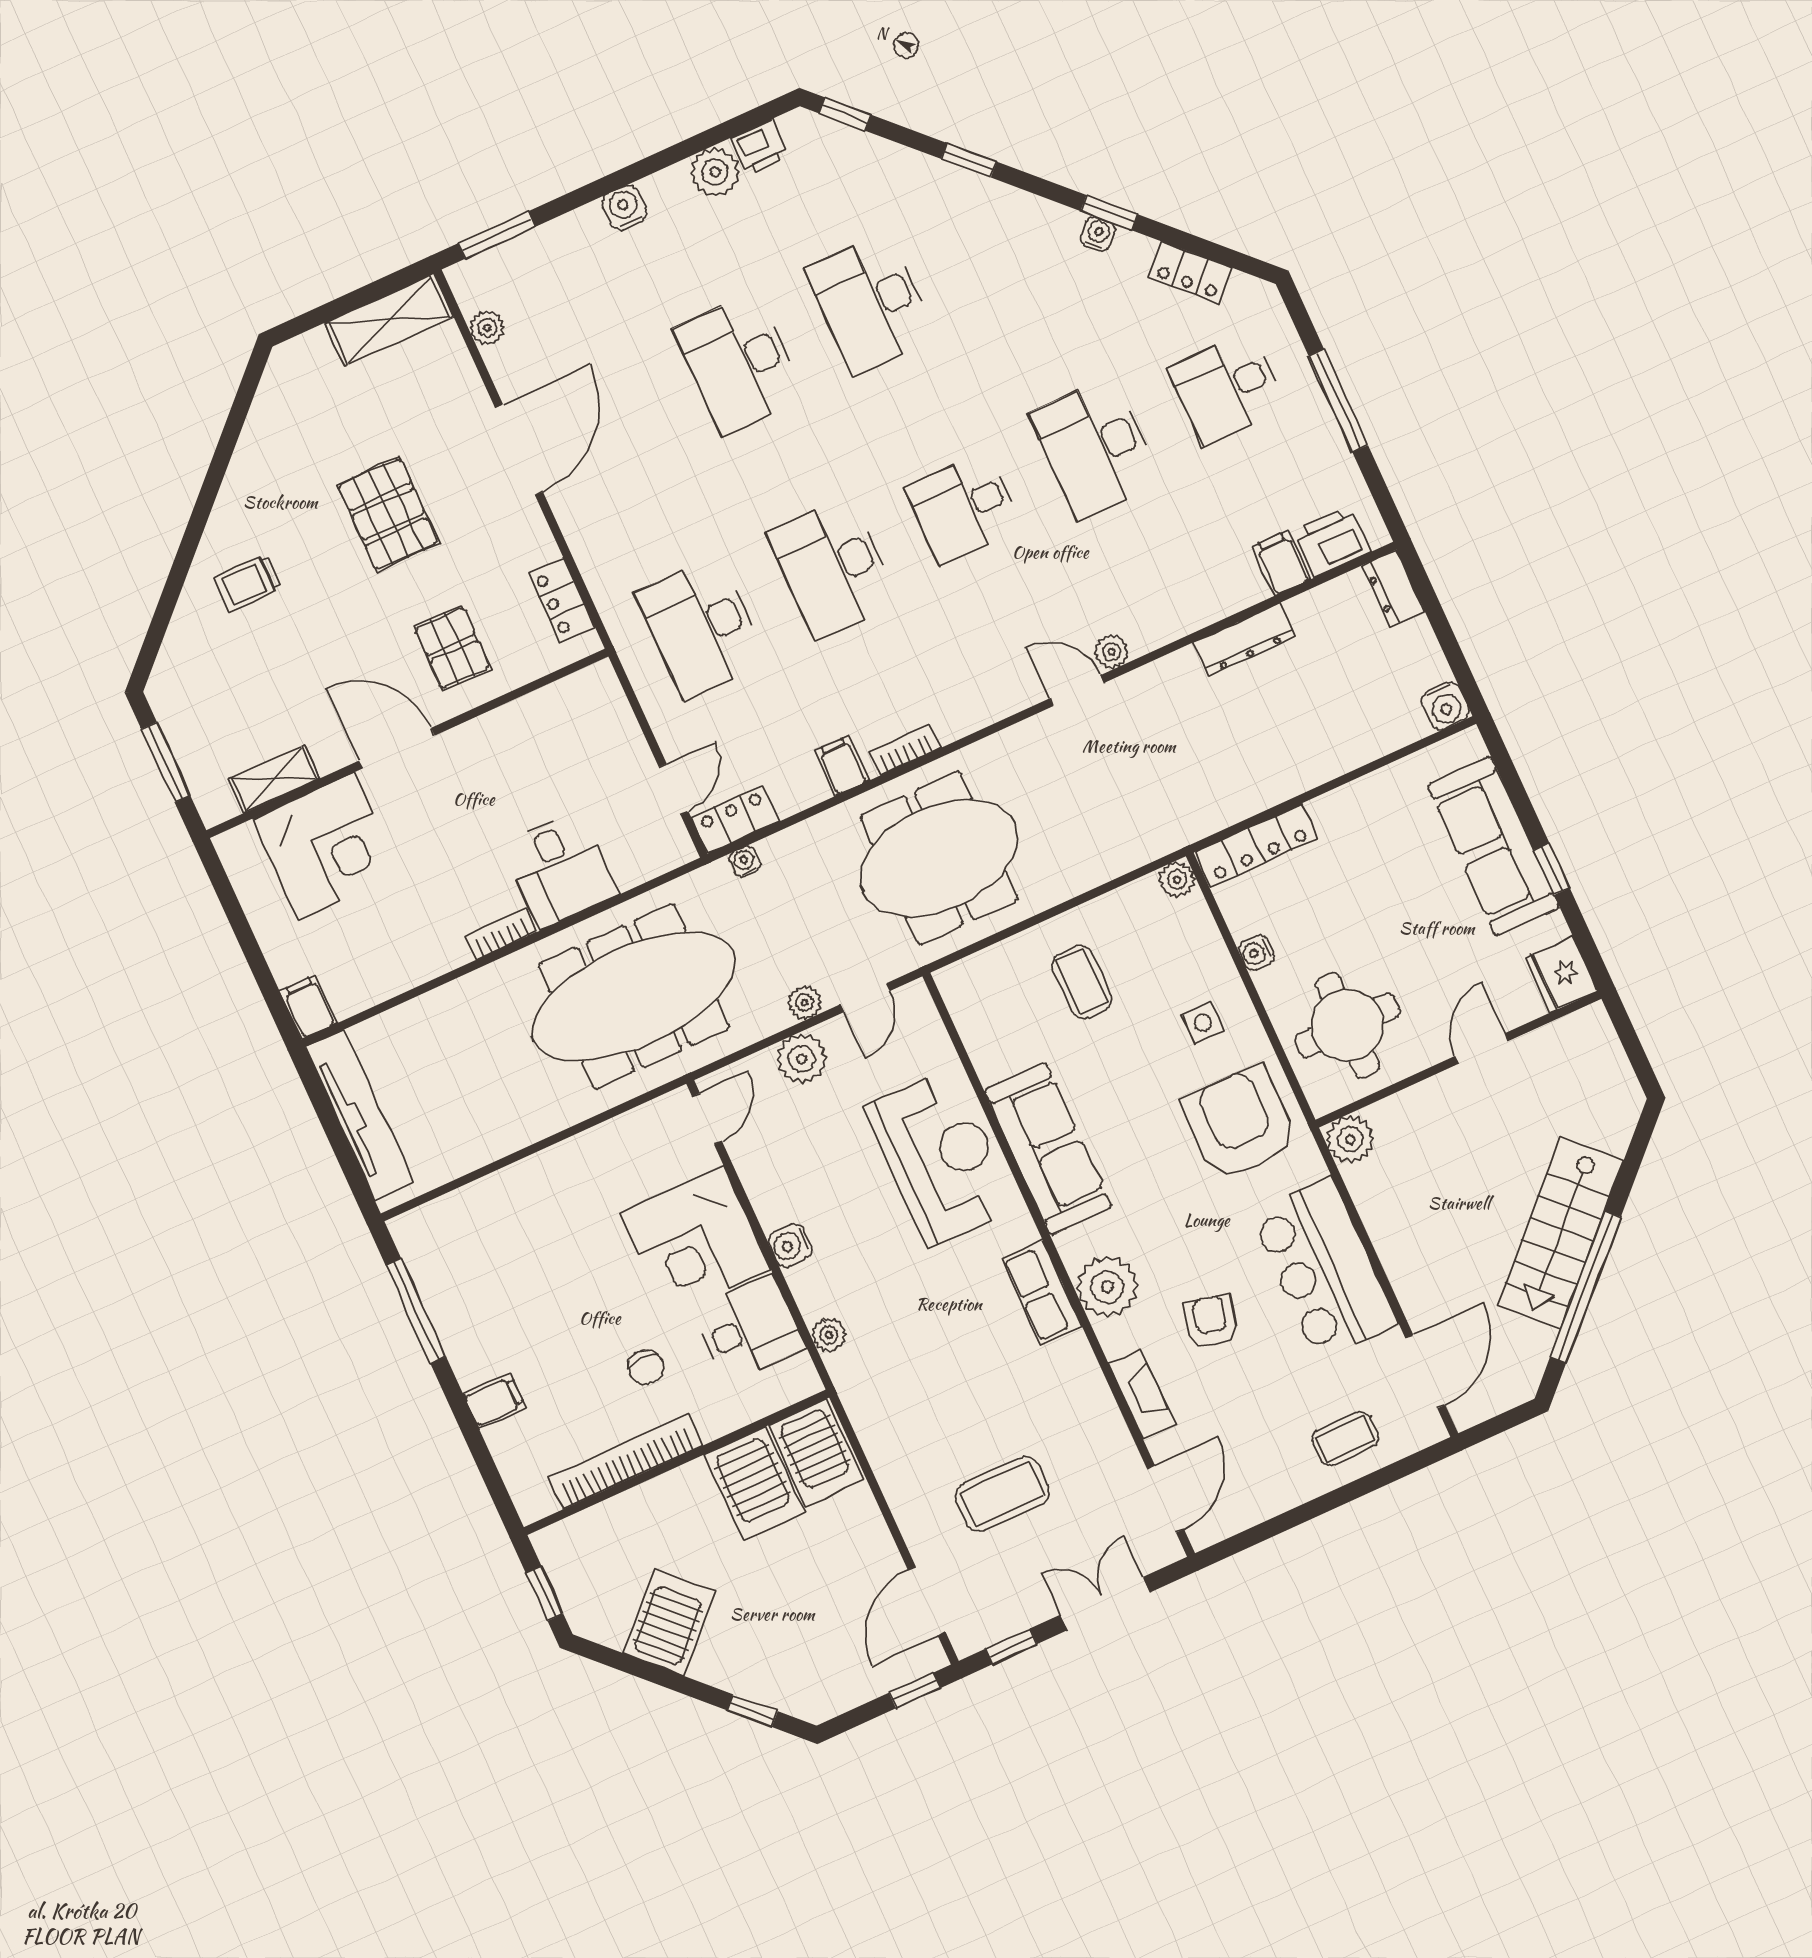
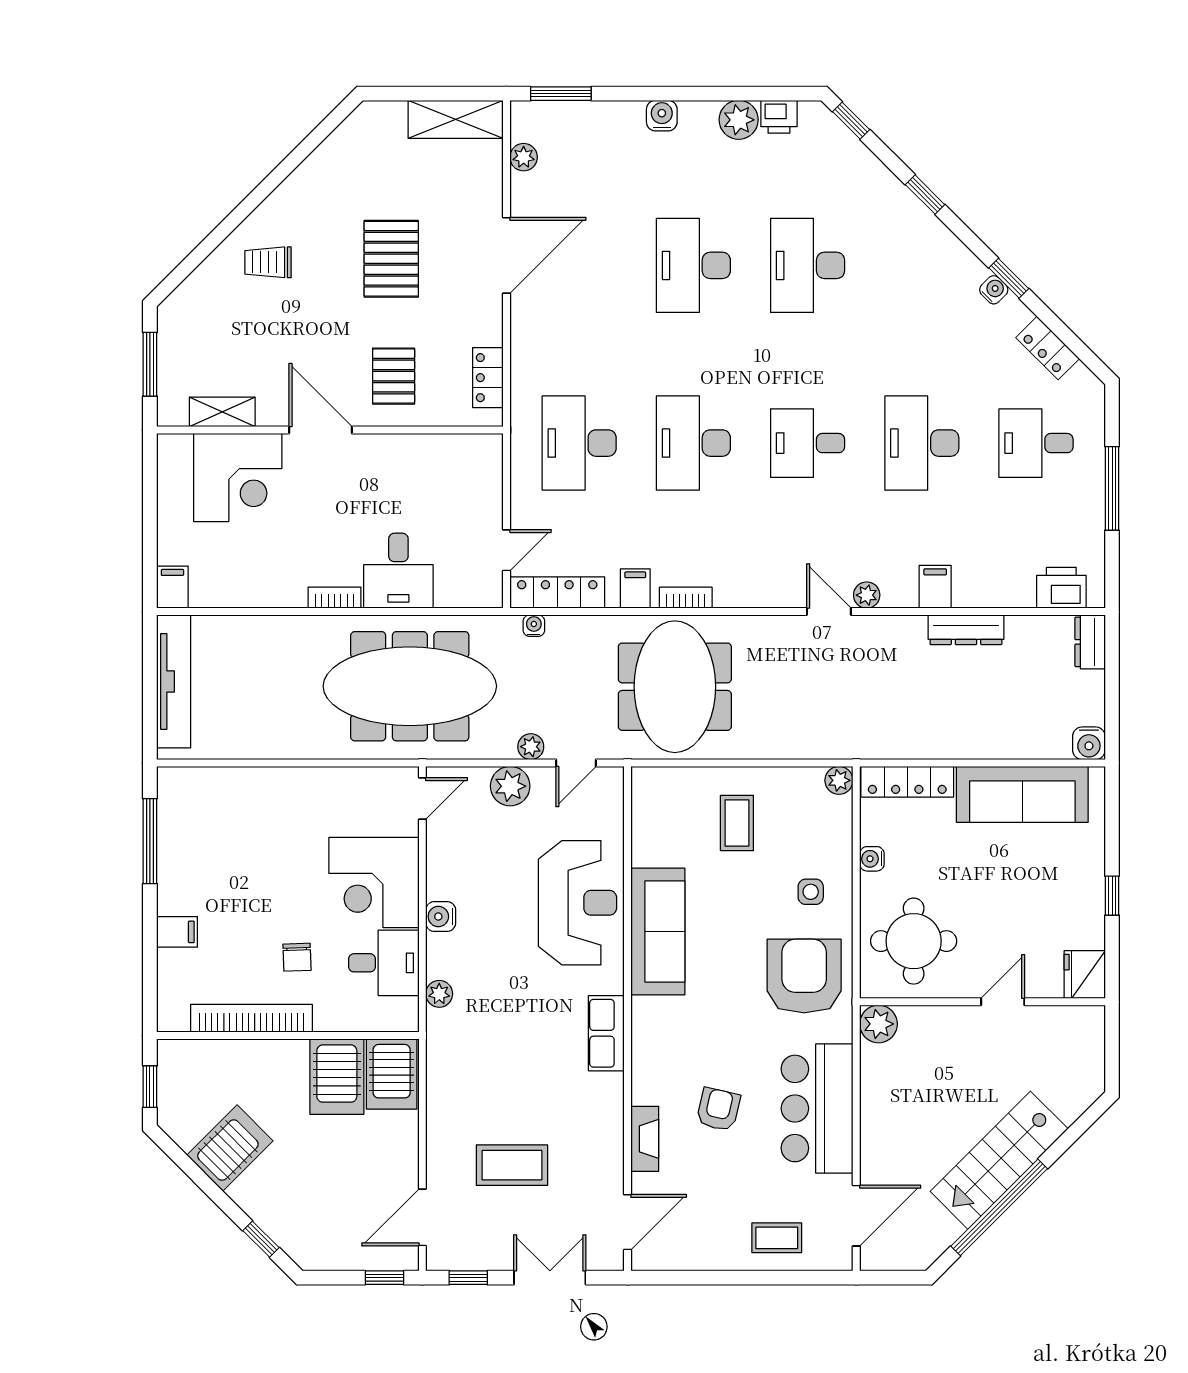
filing cabinet: (1281, 563) -> (935, 587), moved
locker: (735, 820) -> (557, 593), width x1.53
sofa: (1493, 846) -> (1022, 794), moved, turned -90
meeting table: (939, 858) -> (675, 687), turned 90
plant: (1107, 1287) -> (655, 1050), removed

